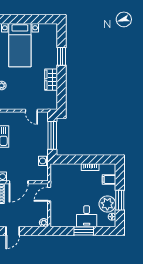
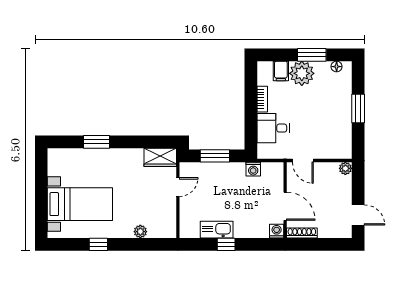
wardrobe: (51, 80) -> (160, 157), moved
window: (52, 135) -> (215, 156), width x0.69
plant: (107, 204) -> (302, 73), moved
desk: (87, 216) -> (273, 128), moved, turned 180

